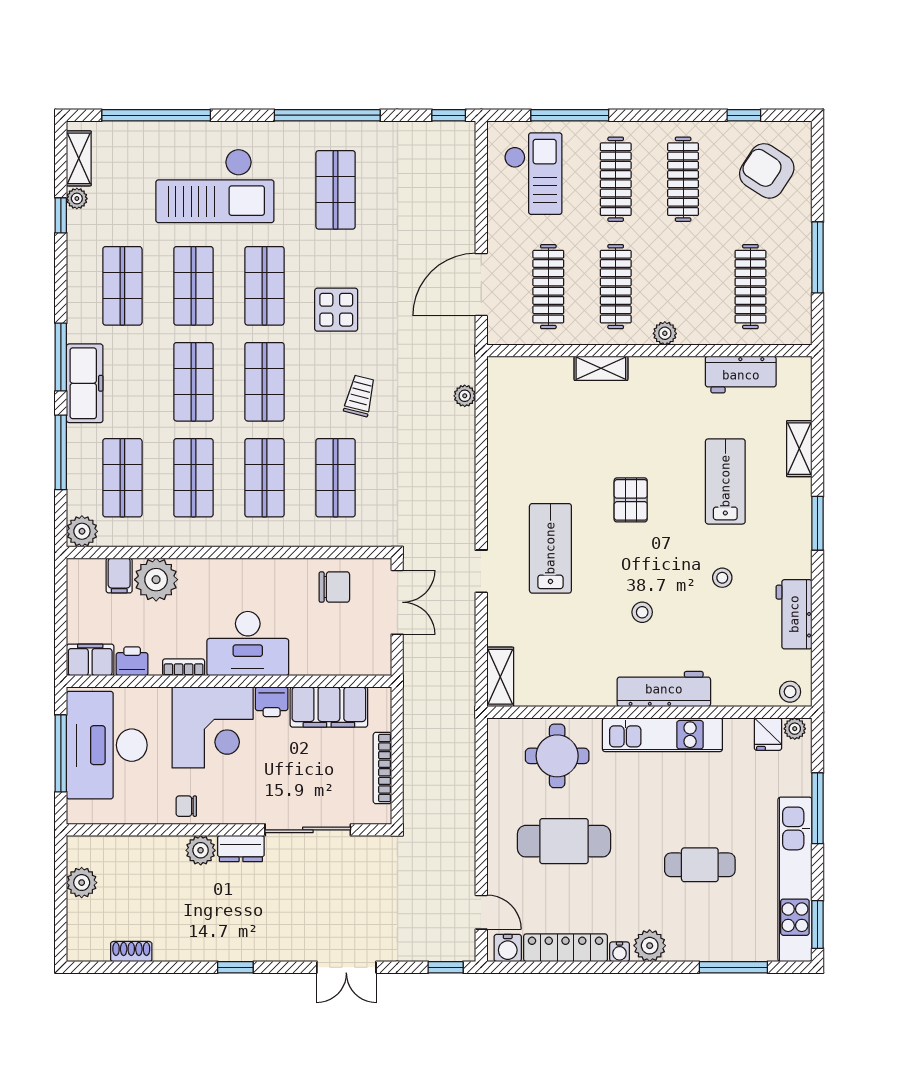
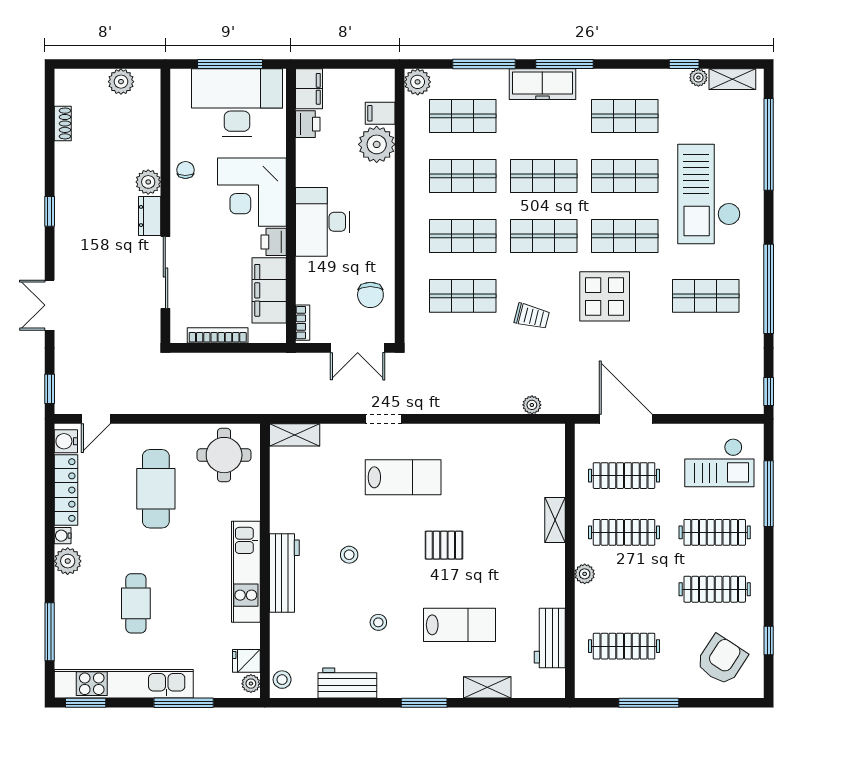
display table: (336, 310) -> (605, 296), width x1.36, depth x1.36
bookcase: (184, 667) -> (303, 323), moved
round table: (557, 756) -> (224, 455), moved

